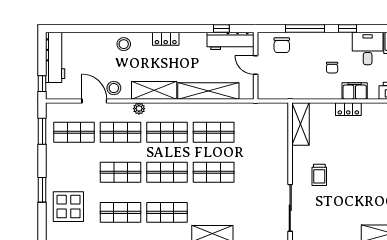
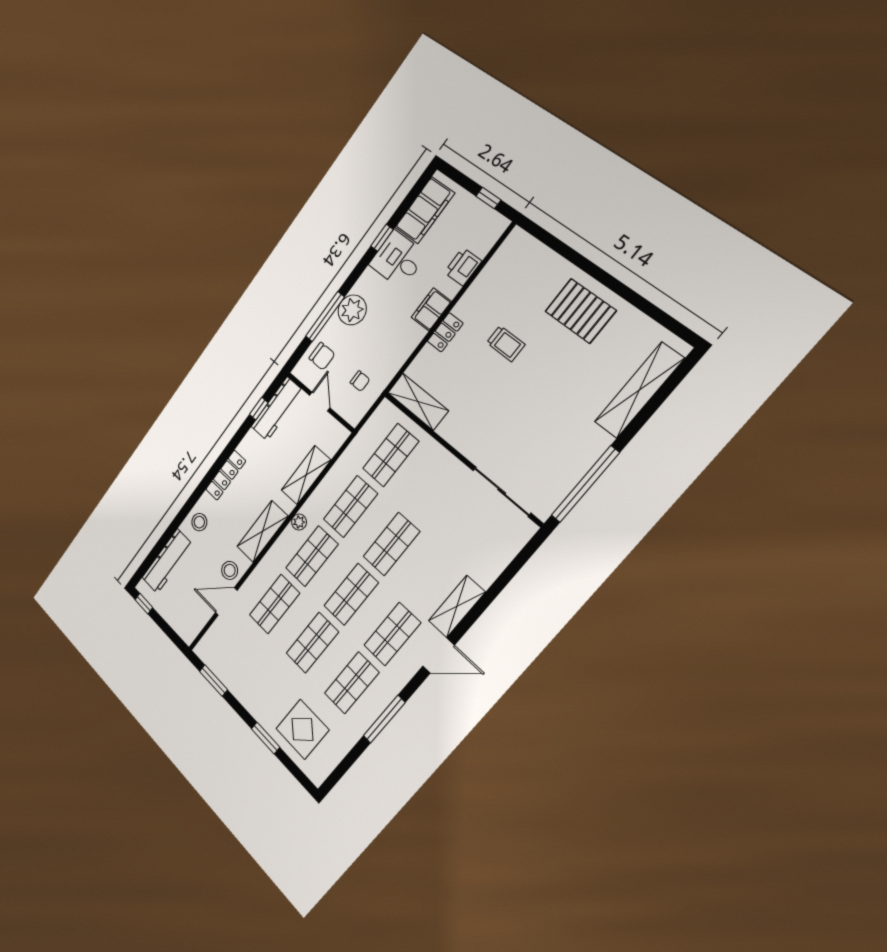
window: (347, 29) -> (382, 238), moved
locker: (166, 39) -> (226, 475), width x1.53
plant: (321, 43) -> (352, 310), added
workbench: (55, 57) -> (167, 561), moved, turned 90
door: (256, 65) -> (320, 402), swing flipped
chair: (332, 68) -> (360, 381), moved
window: (42, 84) -> (144, 604), moved
shelving: (208, 91) -> (306, 475), width x0.68
plant: (139, 109) -> (299, 522), moved
shop shelf: (74, 132) -> (391, 455), moved
trolley: (319, 175) -> (506, 344), moved

